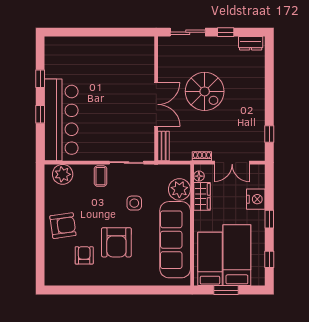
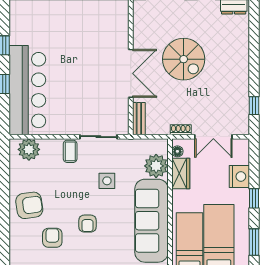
armchair: (116, 242) -> (87, 224), width x0.53, depth x0.53
window: (269, 259) -> (254, 242), width x1.50

